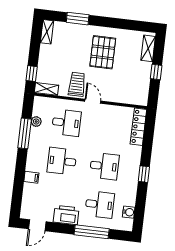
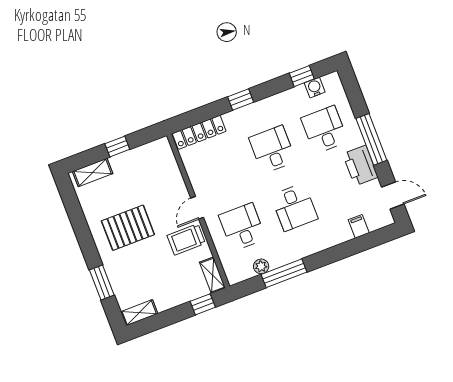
window: (144, 174) -> (241, 99), moved
filing cabinet: (31, 177) -> (359, 226), moved
window: (140, 208) -> (302, 76), added
window: (92, 232) -> (371, 139), moved

